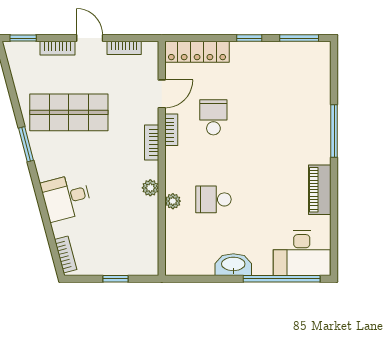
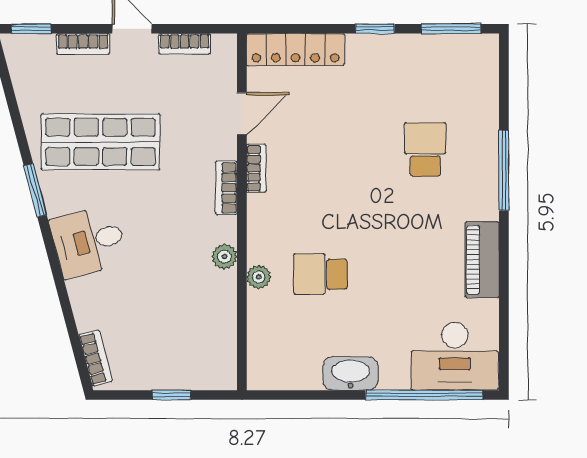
school desk: (213, 117) -> (425, 150), moved
desk: (66, 197) -> (89, 241), moved

